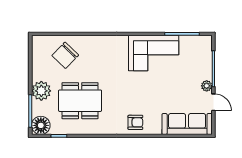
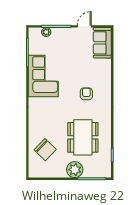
plant: (207, 86) -> (46, 32), moved
armchair: (135, 122) -> (86, 94), moved
sofa: (187, 124) -> (102, 43), width x0.73
floor lamp: (41, 125) -> (104, 170), removed

